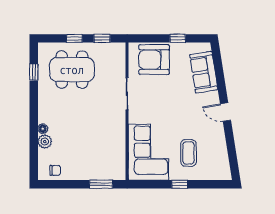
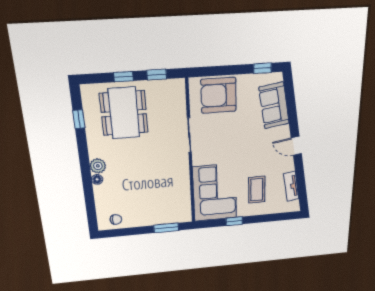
window: (178, 38) -> (262, 68), moved
dining table: (72, 70) -> (124, 113), turned 90
plant: (45, 142) -> (98, 166), moved
tv unit: (222, 153) -> (291, 186), added
window: (180, 184) -> (234, 221), moved

